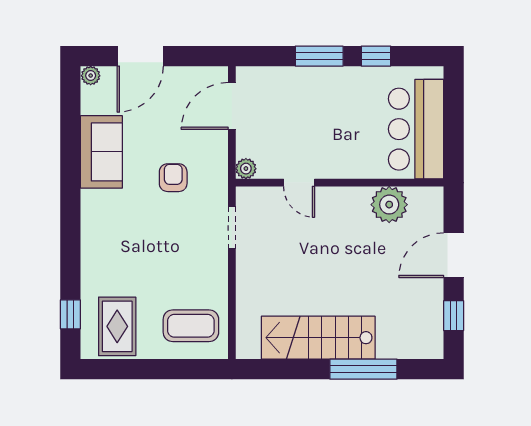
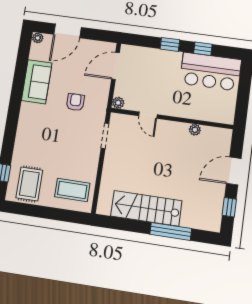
window: (319, 56) -> (170, 44), width x0.67
bar counter: (416, 129) -> (210, 72), moved, turned -90
plant: (389, 205) -> (195, 130), width x0.53, depth x0.53

